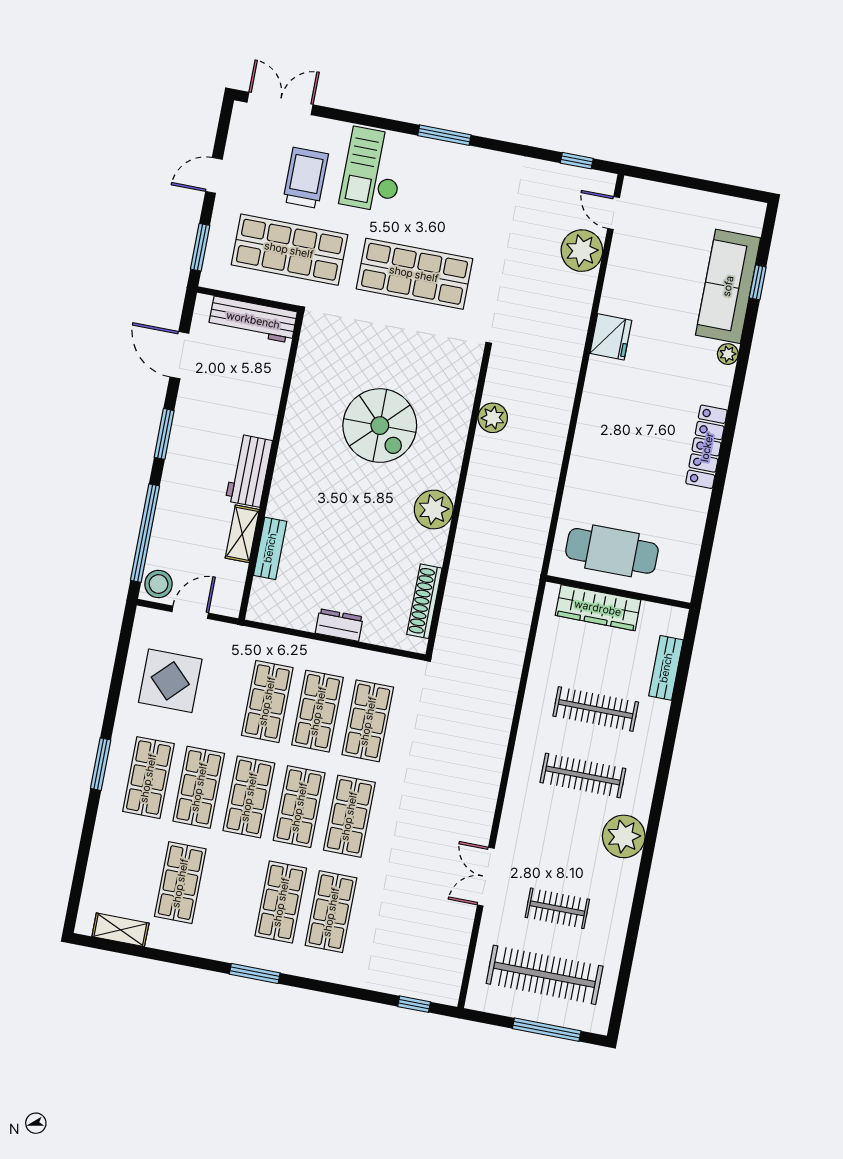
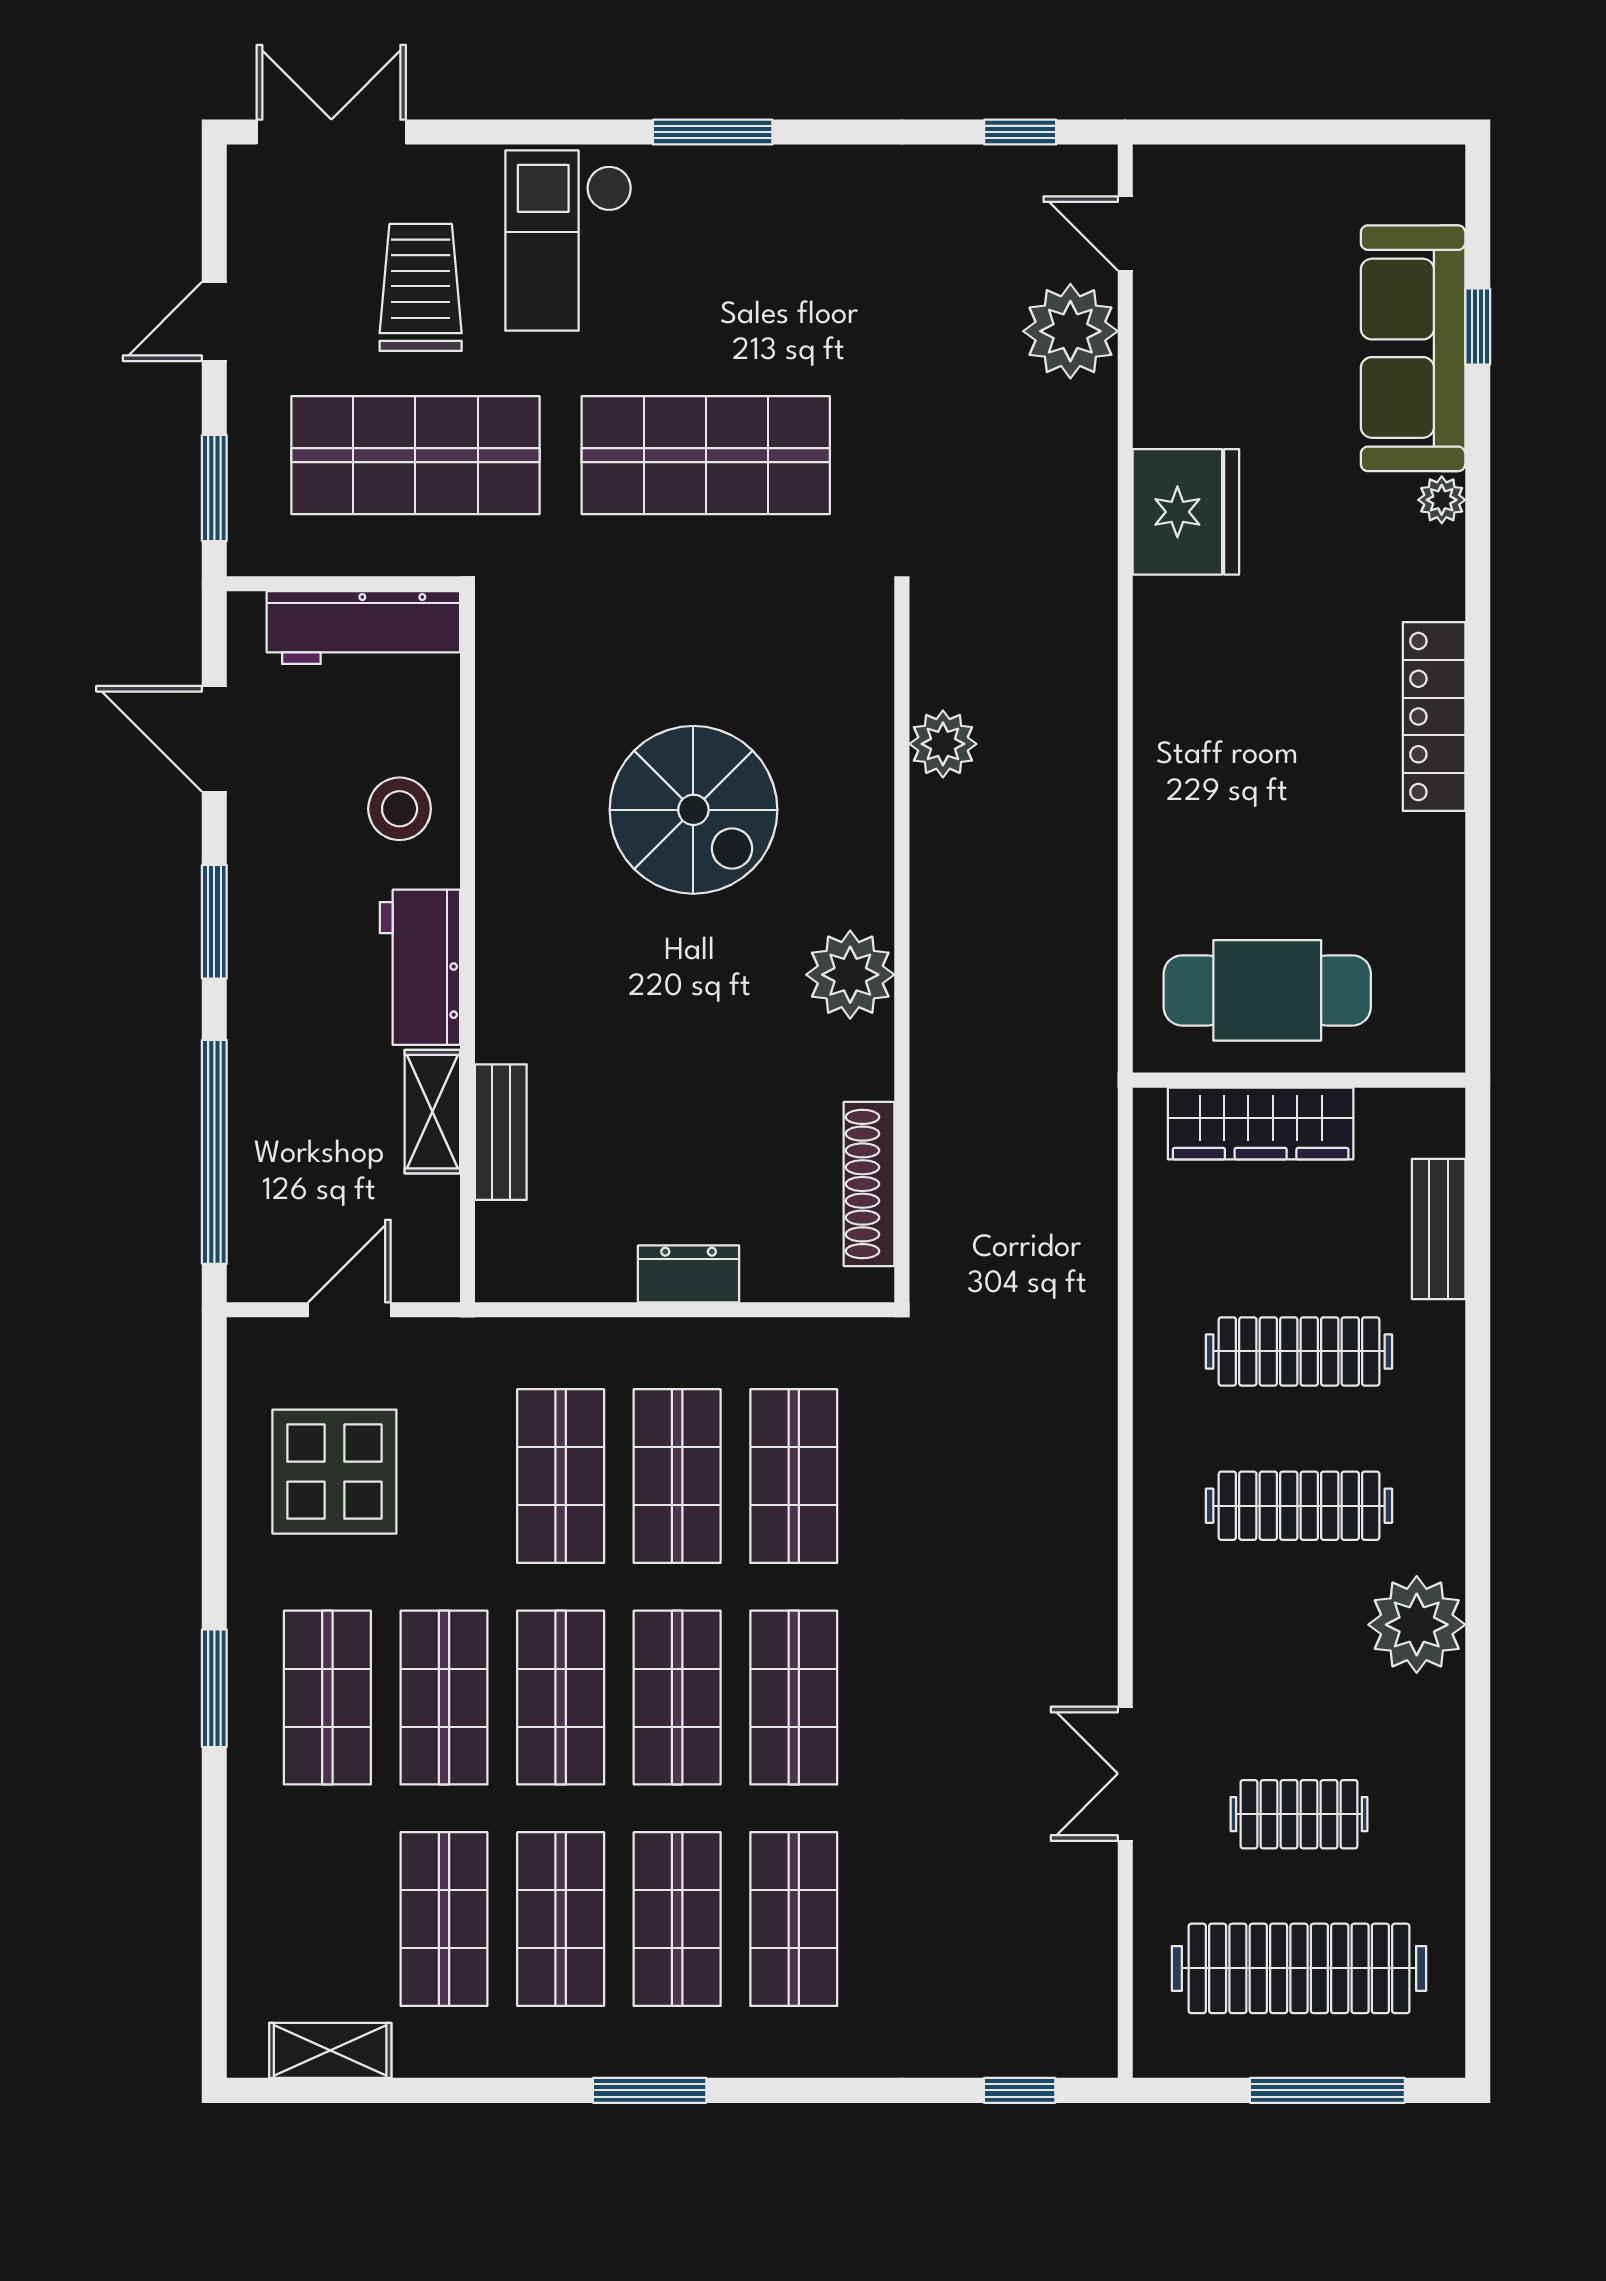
fridge: (611, 337) -> (1186, 512), width x1.36, depth x1.34
stool: (159, 584) -> (400, 809), moved
shop shelf: (231, 892) -> (561, 1919), added

